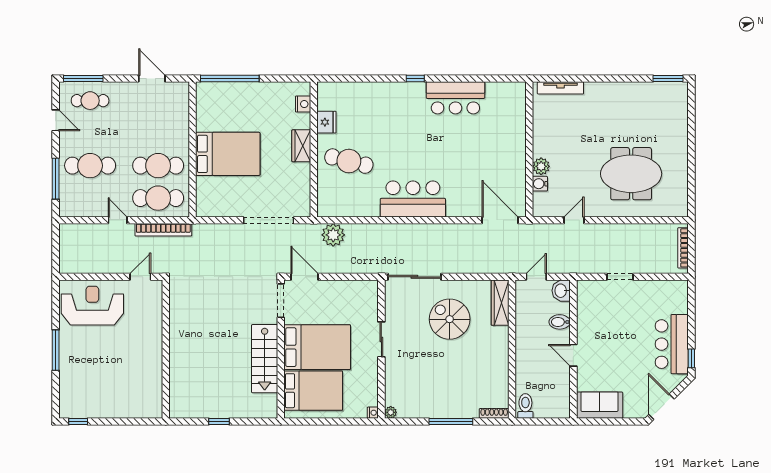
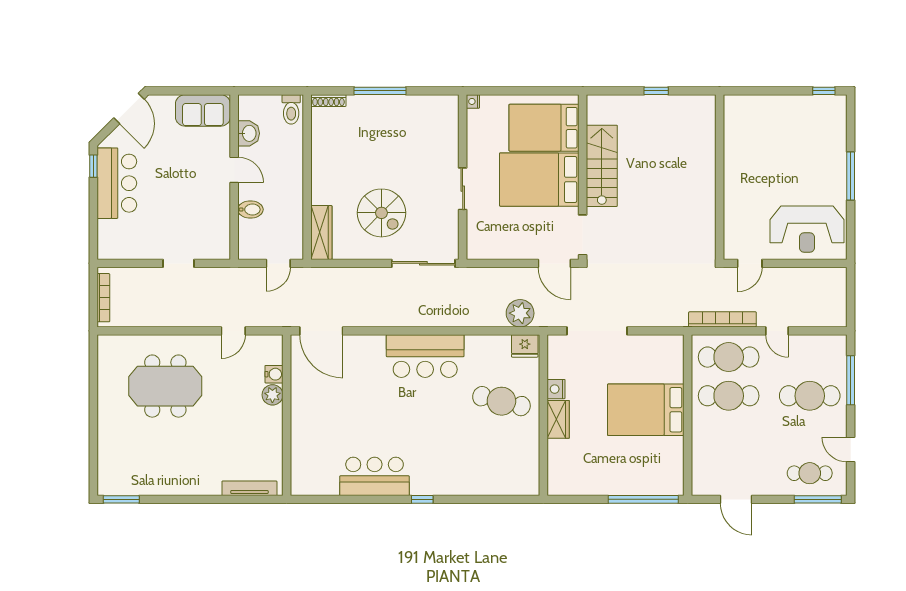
nightstand: (303, 104) -> (556, 389), moved
fridge: (326, 122) -> (525, 346), moved, turned -90
washbasin: (561, 291) -> (249, 133), moved
plant: (391, 412) -> (452, 102), removed

